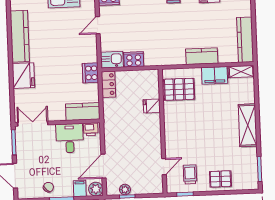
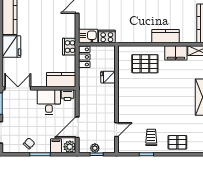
fridge: (152, 106) -> (108, 77), moved
wall: (163, 131) -> (116, 99), moved
door: (164, 167) -> (116, 130), moved

